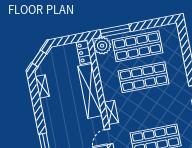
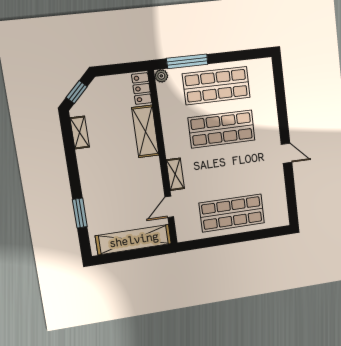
plant: (102, 46) -> (161, 76), width x0.53, depth x0.53
shelving: (90, 91) -> (145, 131), width x0.68

